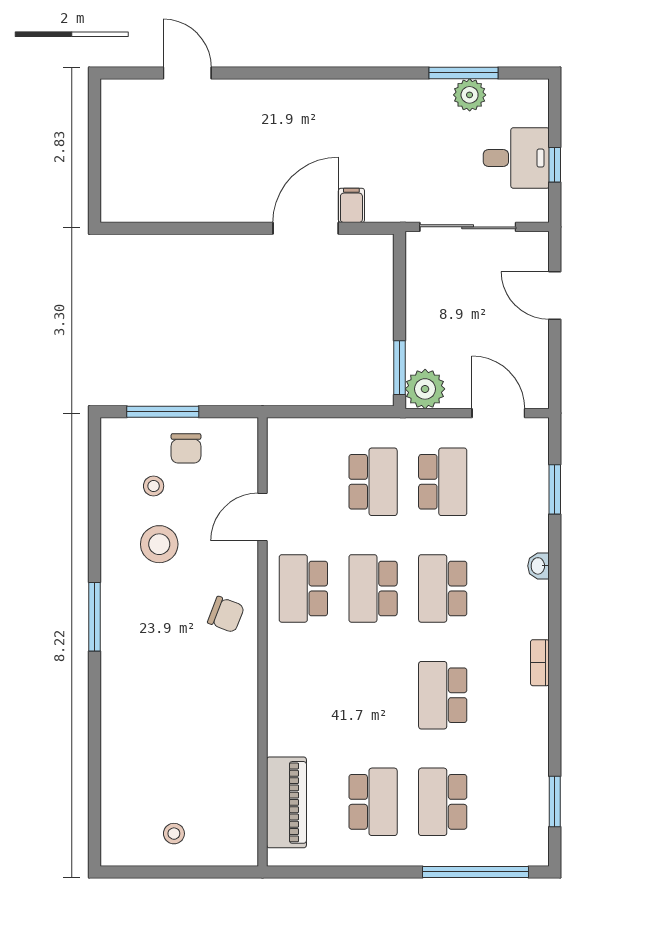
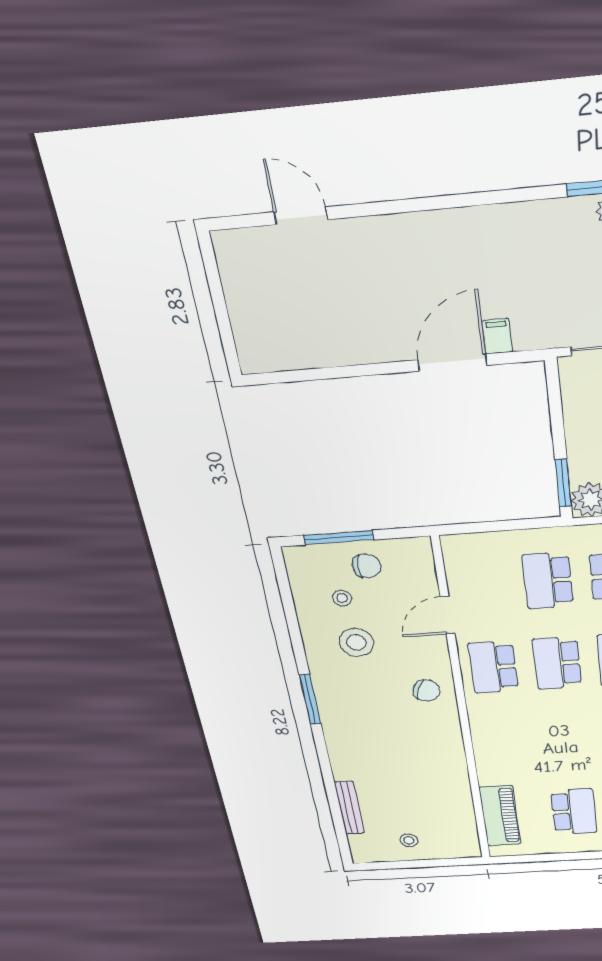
chair: (186, 448) -> (366, 566), turned -90
school desk: (373, 482) -> (548, 581), turned 180
bench: (112, 778) -> (349, 808), added

